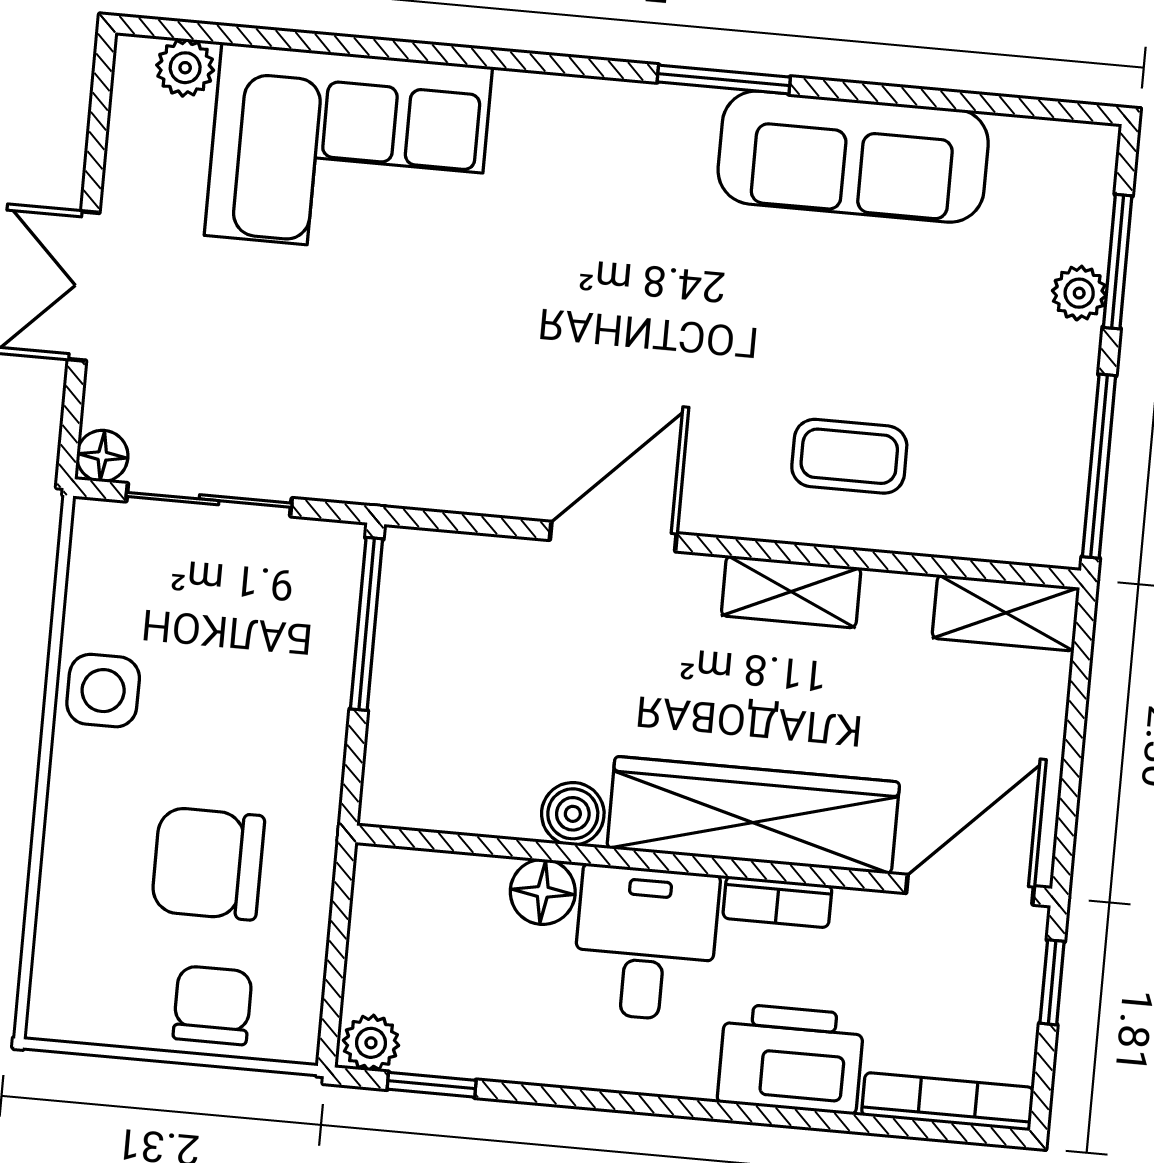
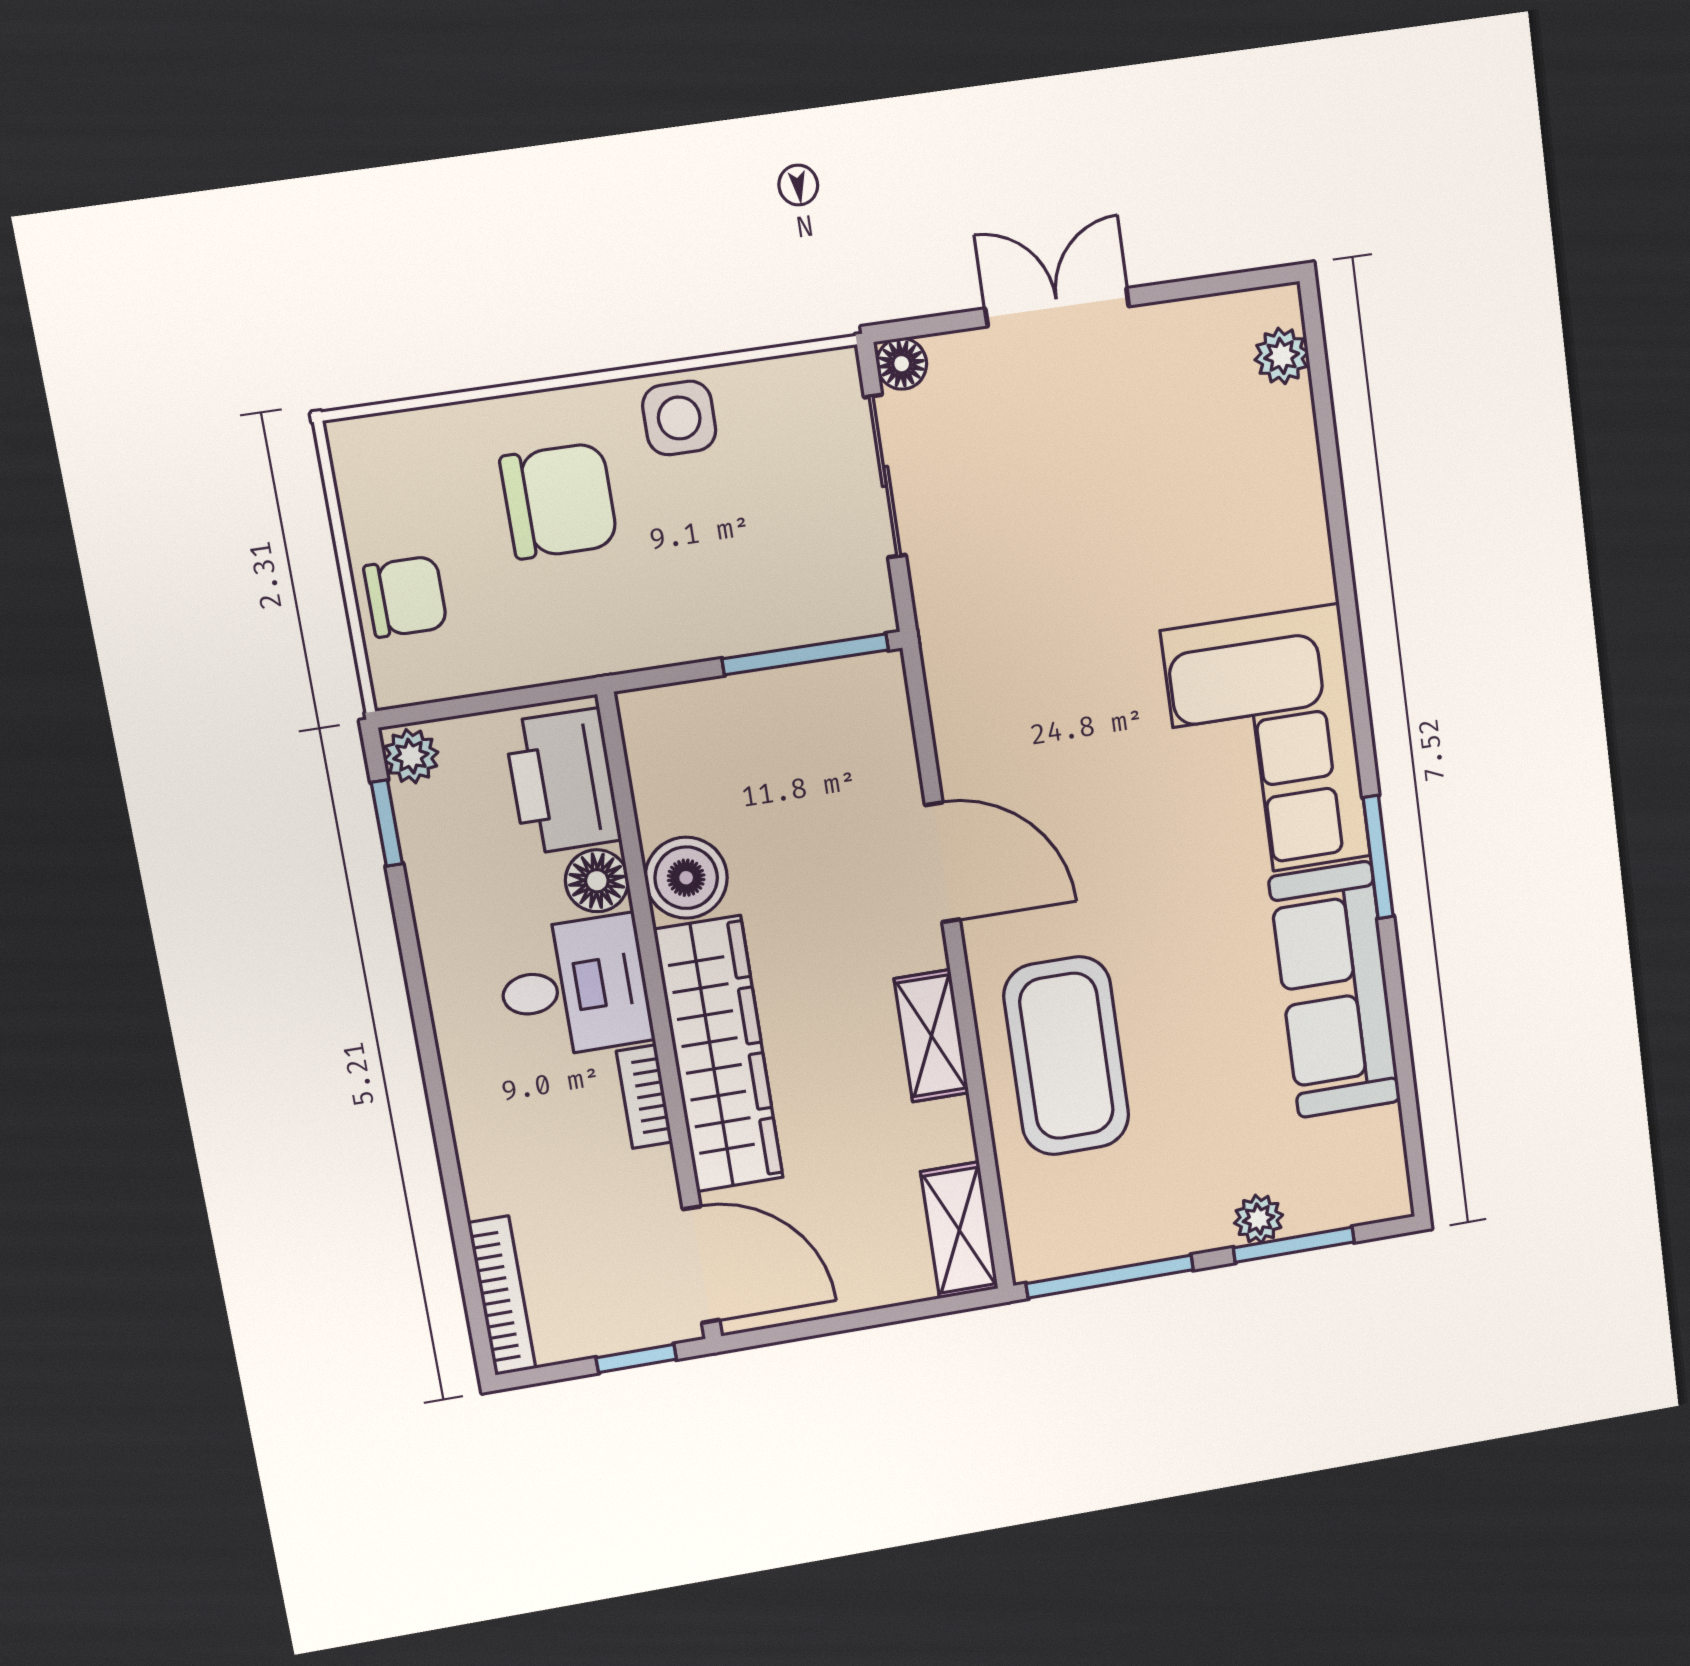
corner sofa: (348, 151) -> (1266, 744), moved
coffee table: (849, 456) -> (1066, 1056), width x1.86, depth x1.72
boiler: (573, 814) -> (686, 878), width x1.36, depth x1.36
chair: (208, 864) -> (559, 501), moved, turned 90
printer: (791, 1059) -> (563, 781), moved, turned 180

